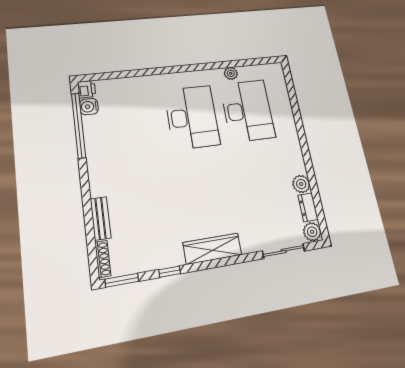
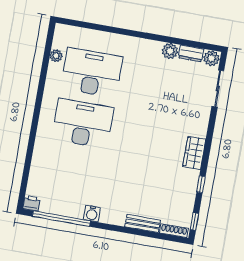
plant: (231, 73) -> (56, 56), moved
water cooler: (89, 107) -> (92, 214), moved
wardrobe: (212, 249) -> (194, 153), width x0.67
window: (122, 280) -> (194, 222), width x0.67

